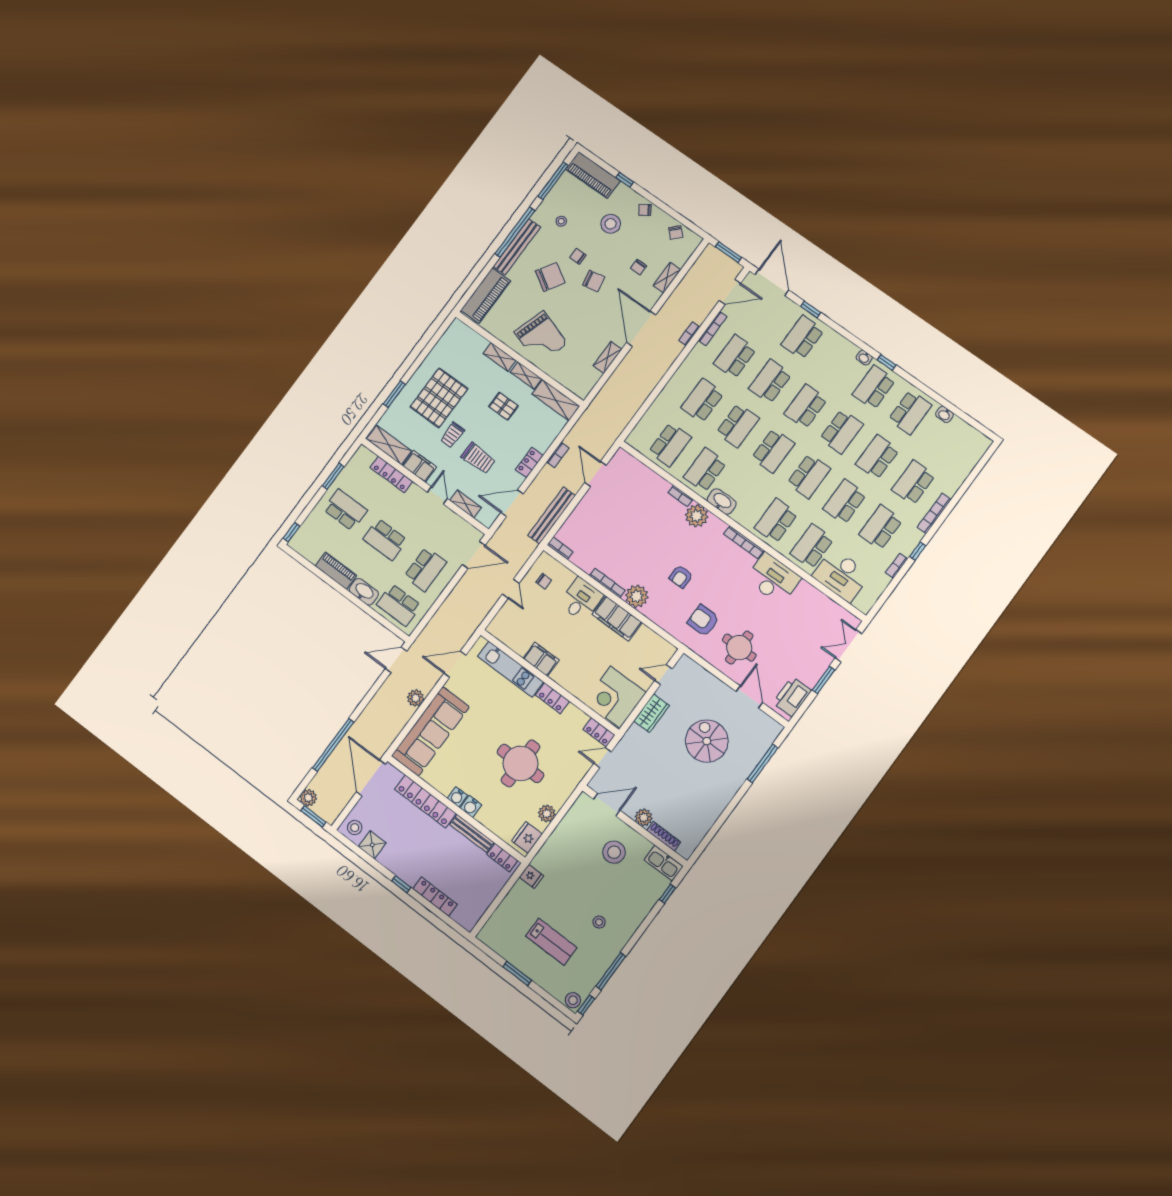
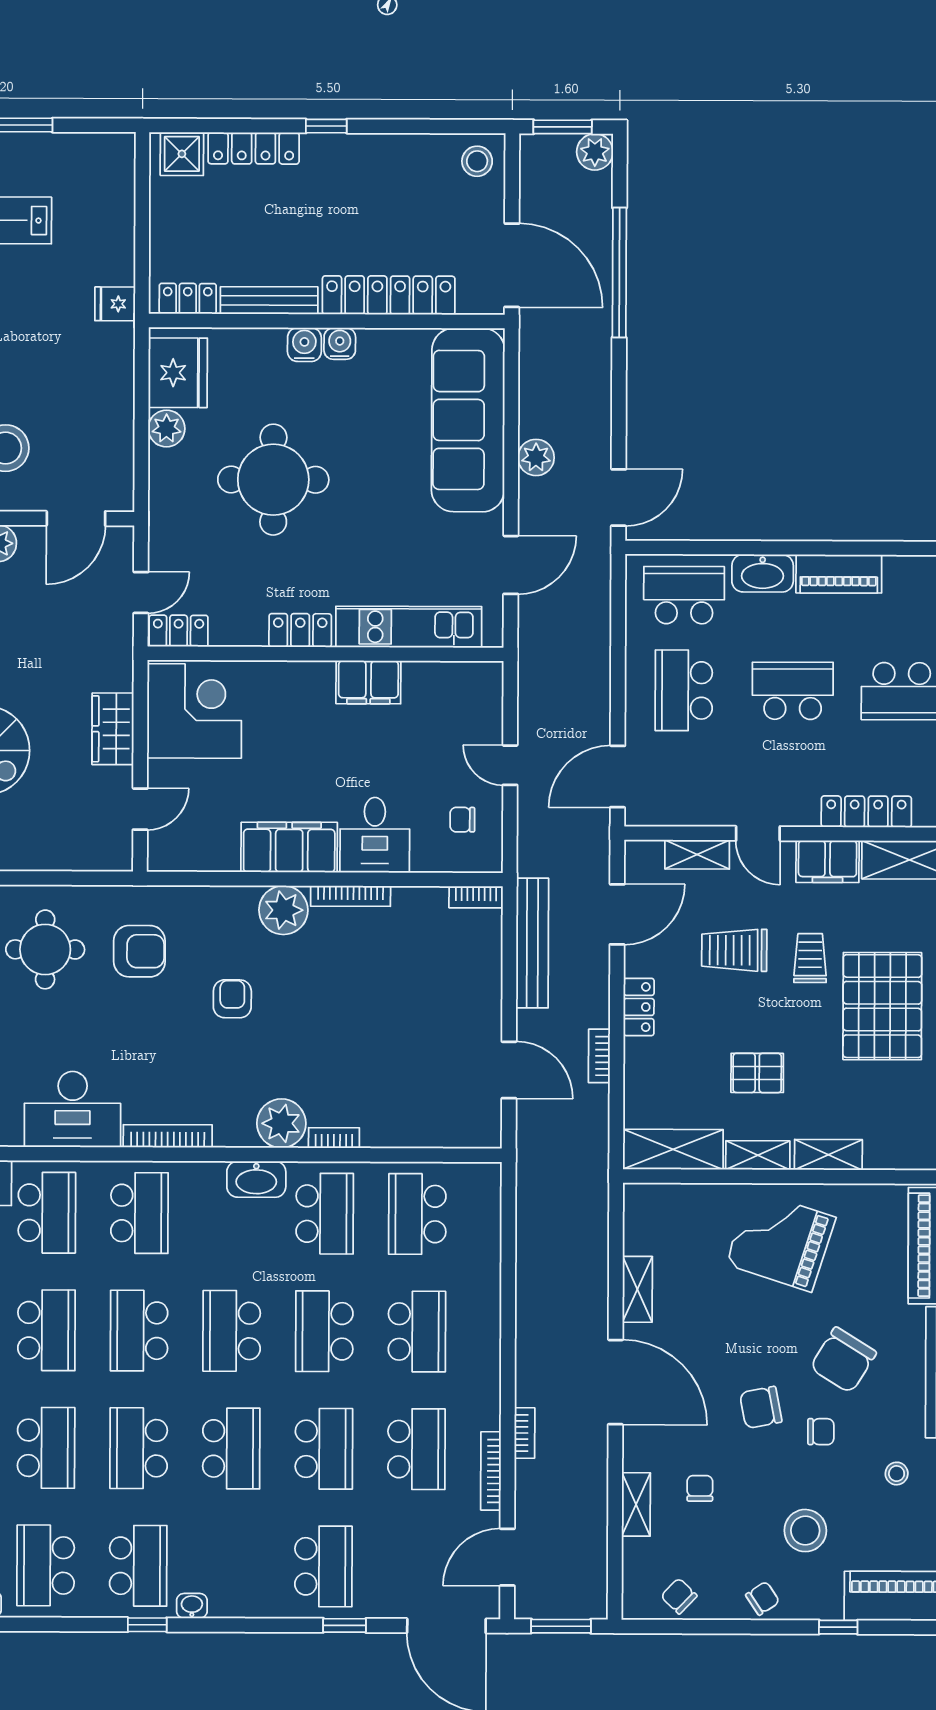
fridge: (527, 837) -> (178, 373), width x1.36, depth x1.34
shower: (372, 845) -> (182, 154), moved

